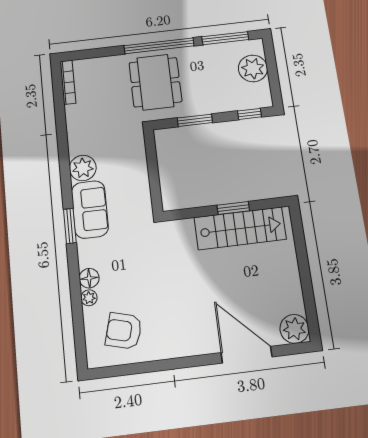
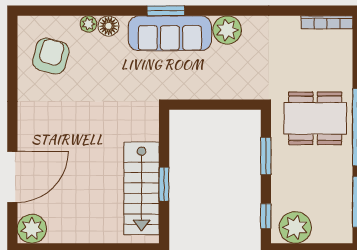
plant: (253, 68) -> (295, 227), moved
sofa: (90, 209) -> (170, 33), width x1.36

